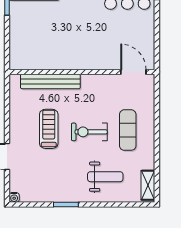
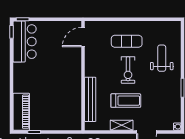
treadmill: (49, 129) -> (126, 101), turned 180
shelving: (148, 185) -> (122, 125), moved

